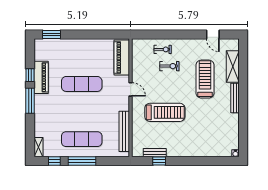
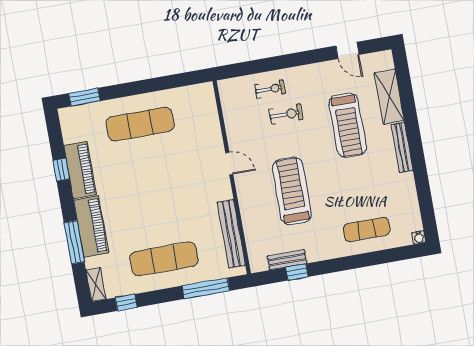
piano: (122, 58) -> (91, 226), moved, turned 180
treadmill: (205, 79) -> (348, 125), turned 180
exercise mat: (82, 84) -> (140, 124), moved
window: (30, 101) -> (74, 242), moved
treadmill: (165, 112) -> (292, 191), turned -90
exercise mat: (205, 143) -> (367, 230), added
window: (82, 161) -> (206, 288), moved

